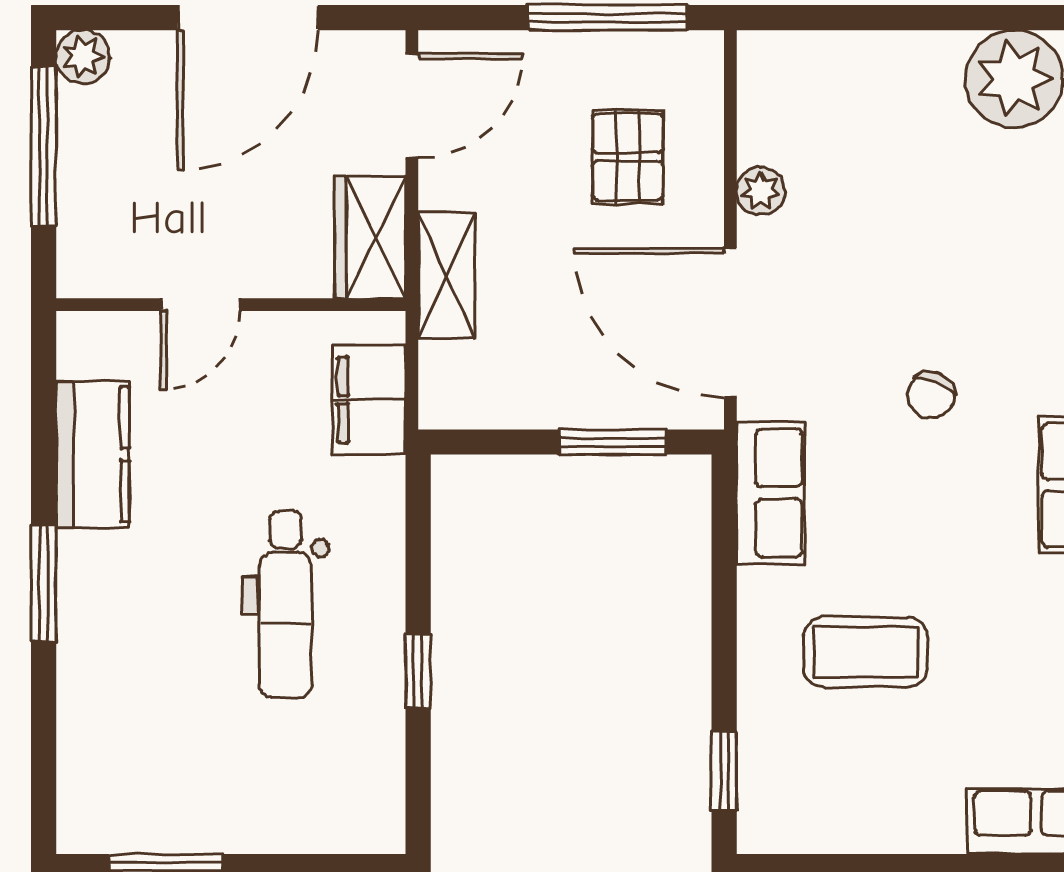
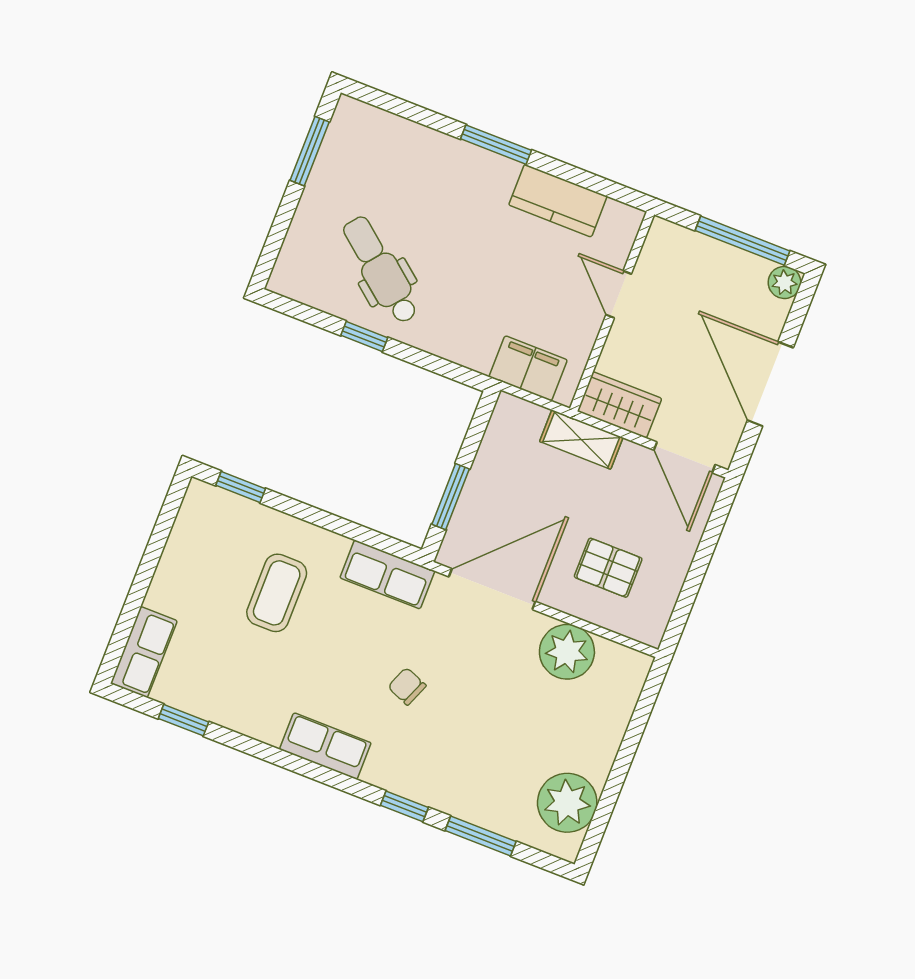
window: (608, 18) -> (691, 587), removed
plant: (761, 191) -> (567, 652), width x1.88, depth x1.88
dental chair: (285, 604) -> (381, 270), moved, turned 39

